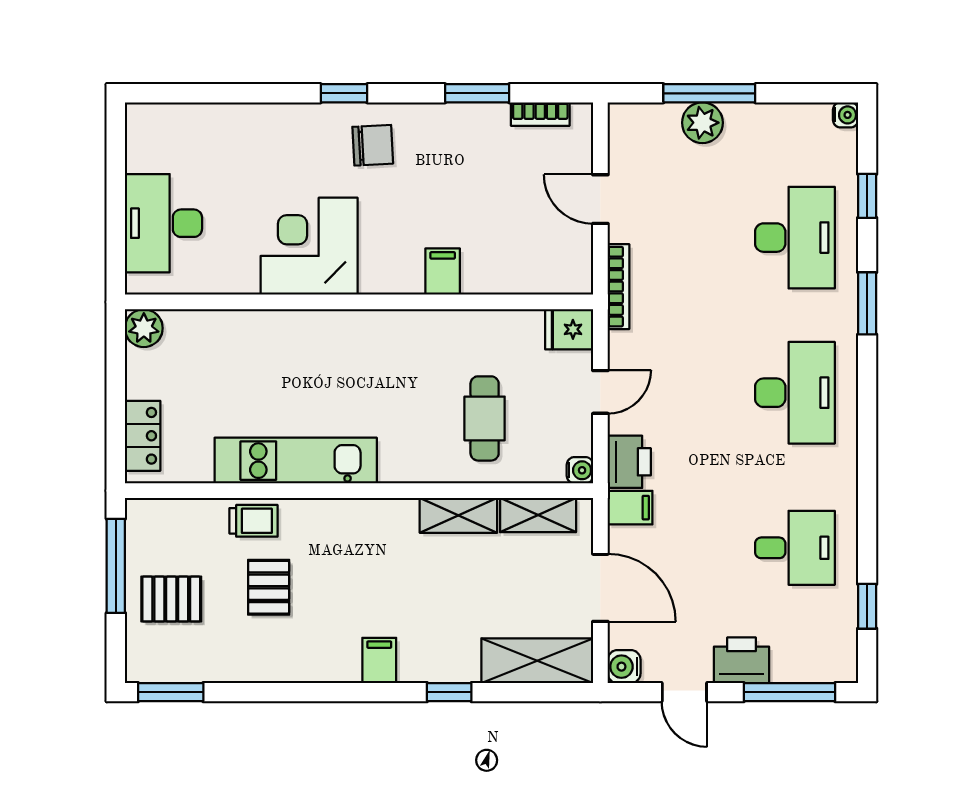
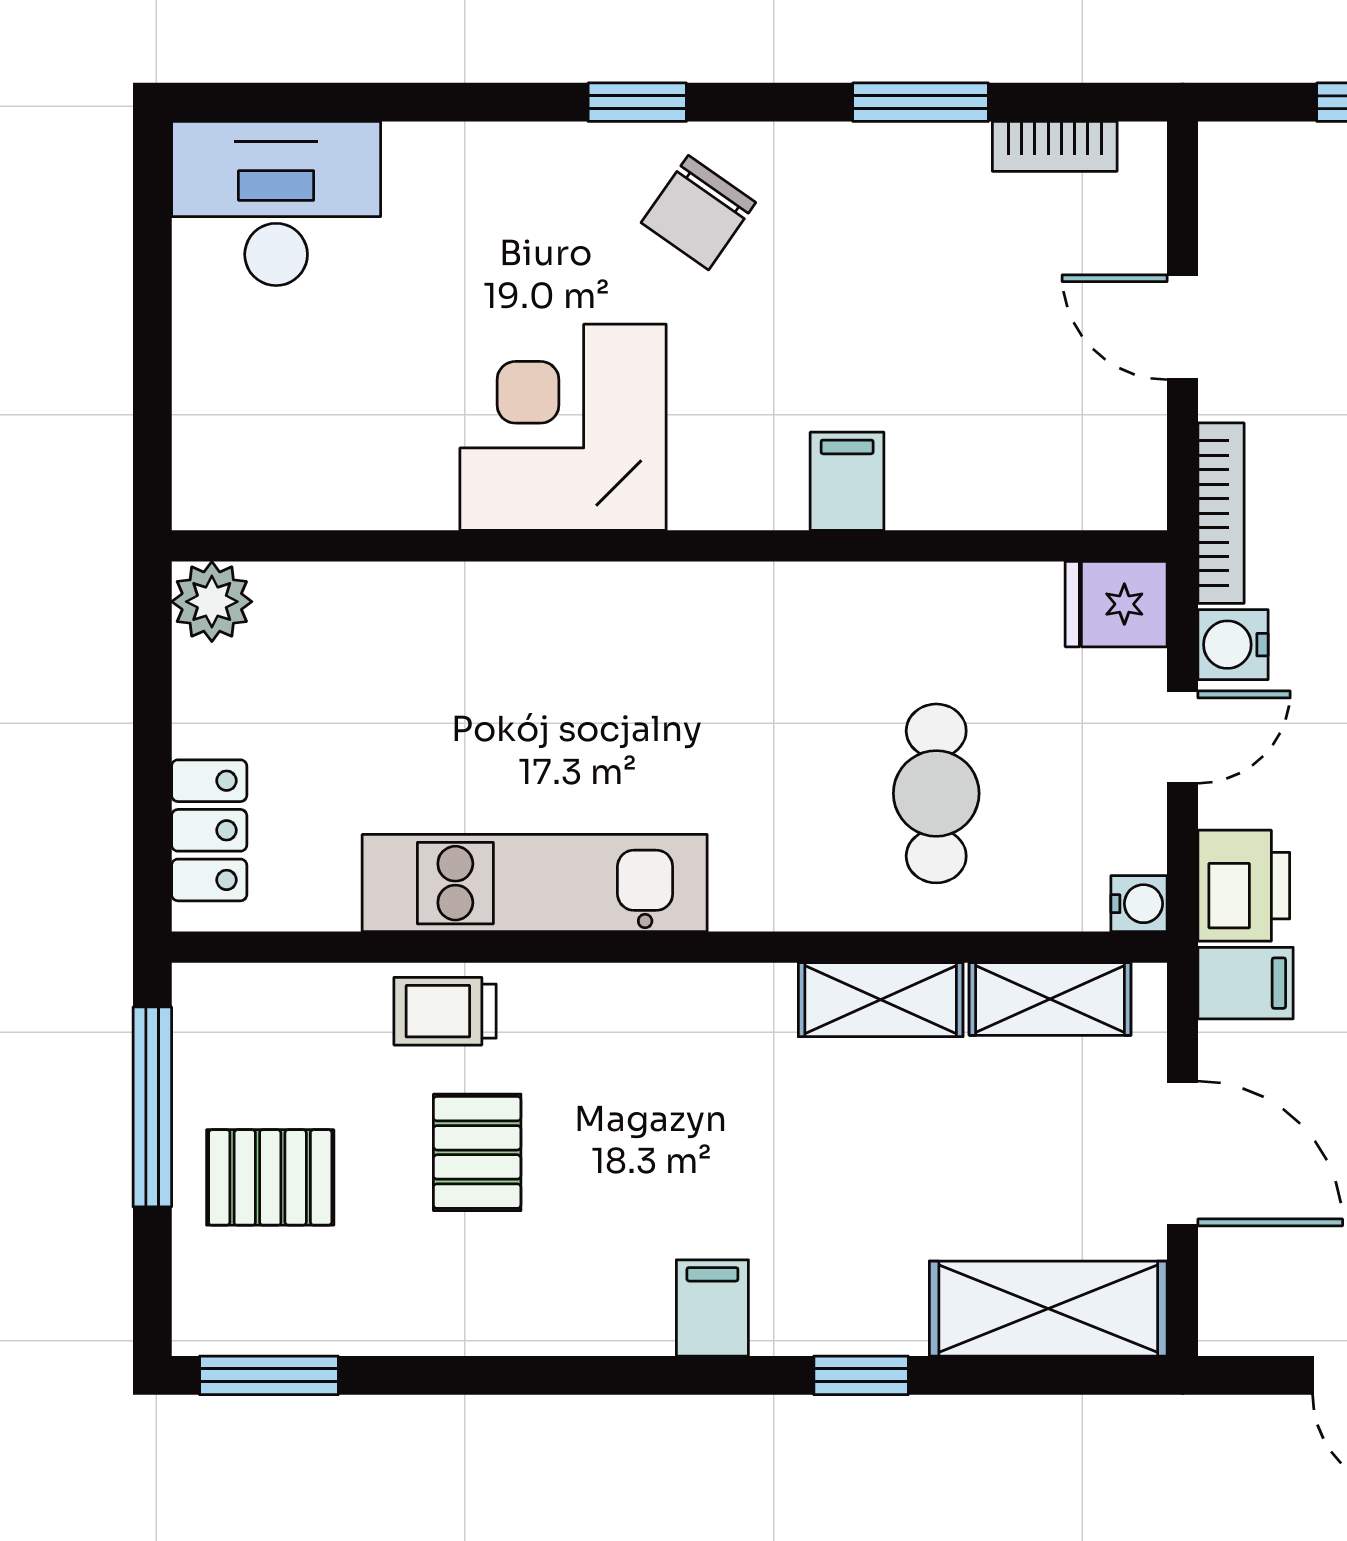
chair: (373, 145) -> (698, 213), turned 128
desk: (163, 223) -> (276, 204), moved, turned 90
trolley: (254, 521) -> (445, 1011), turned 180
water cooler: (624, 667) -> (1233, 645), moved

